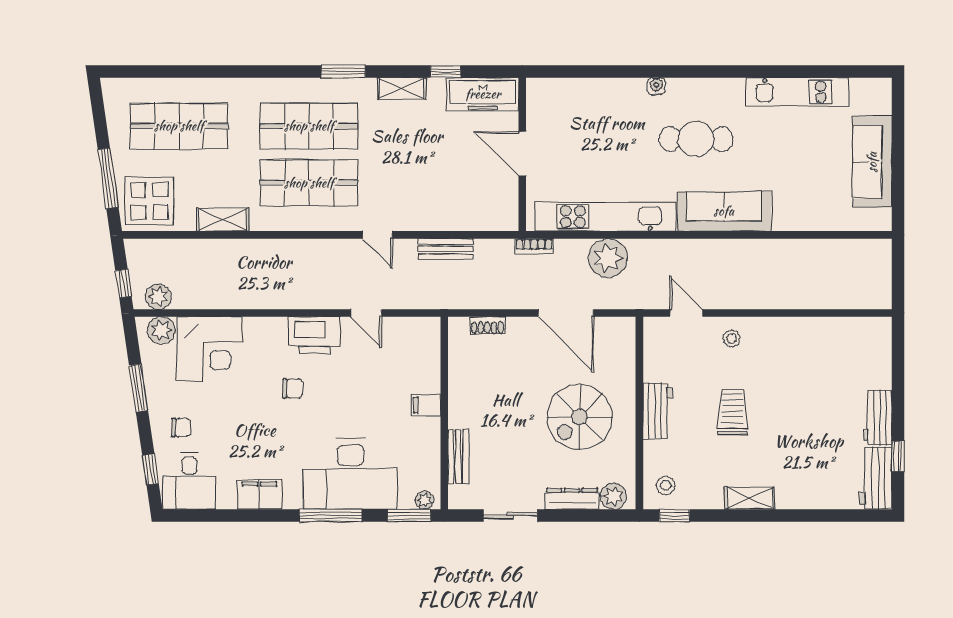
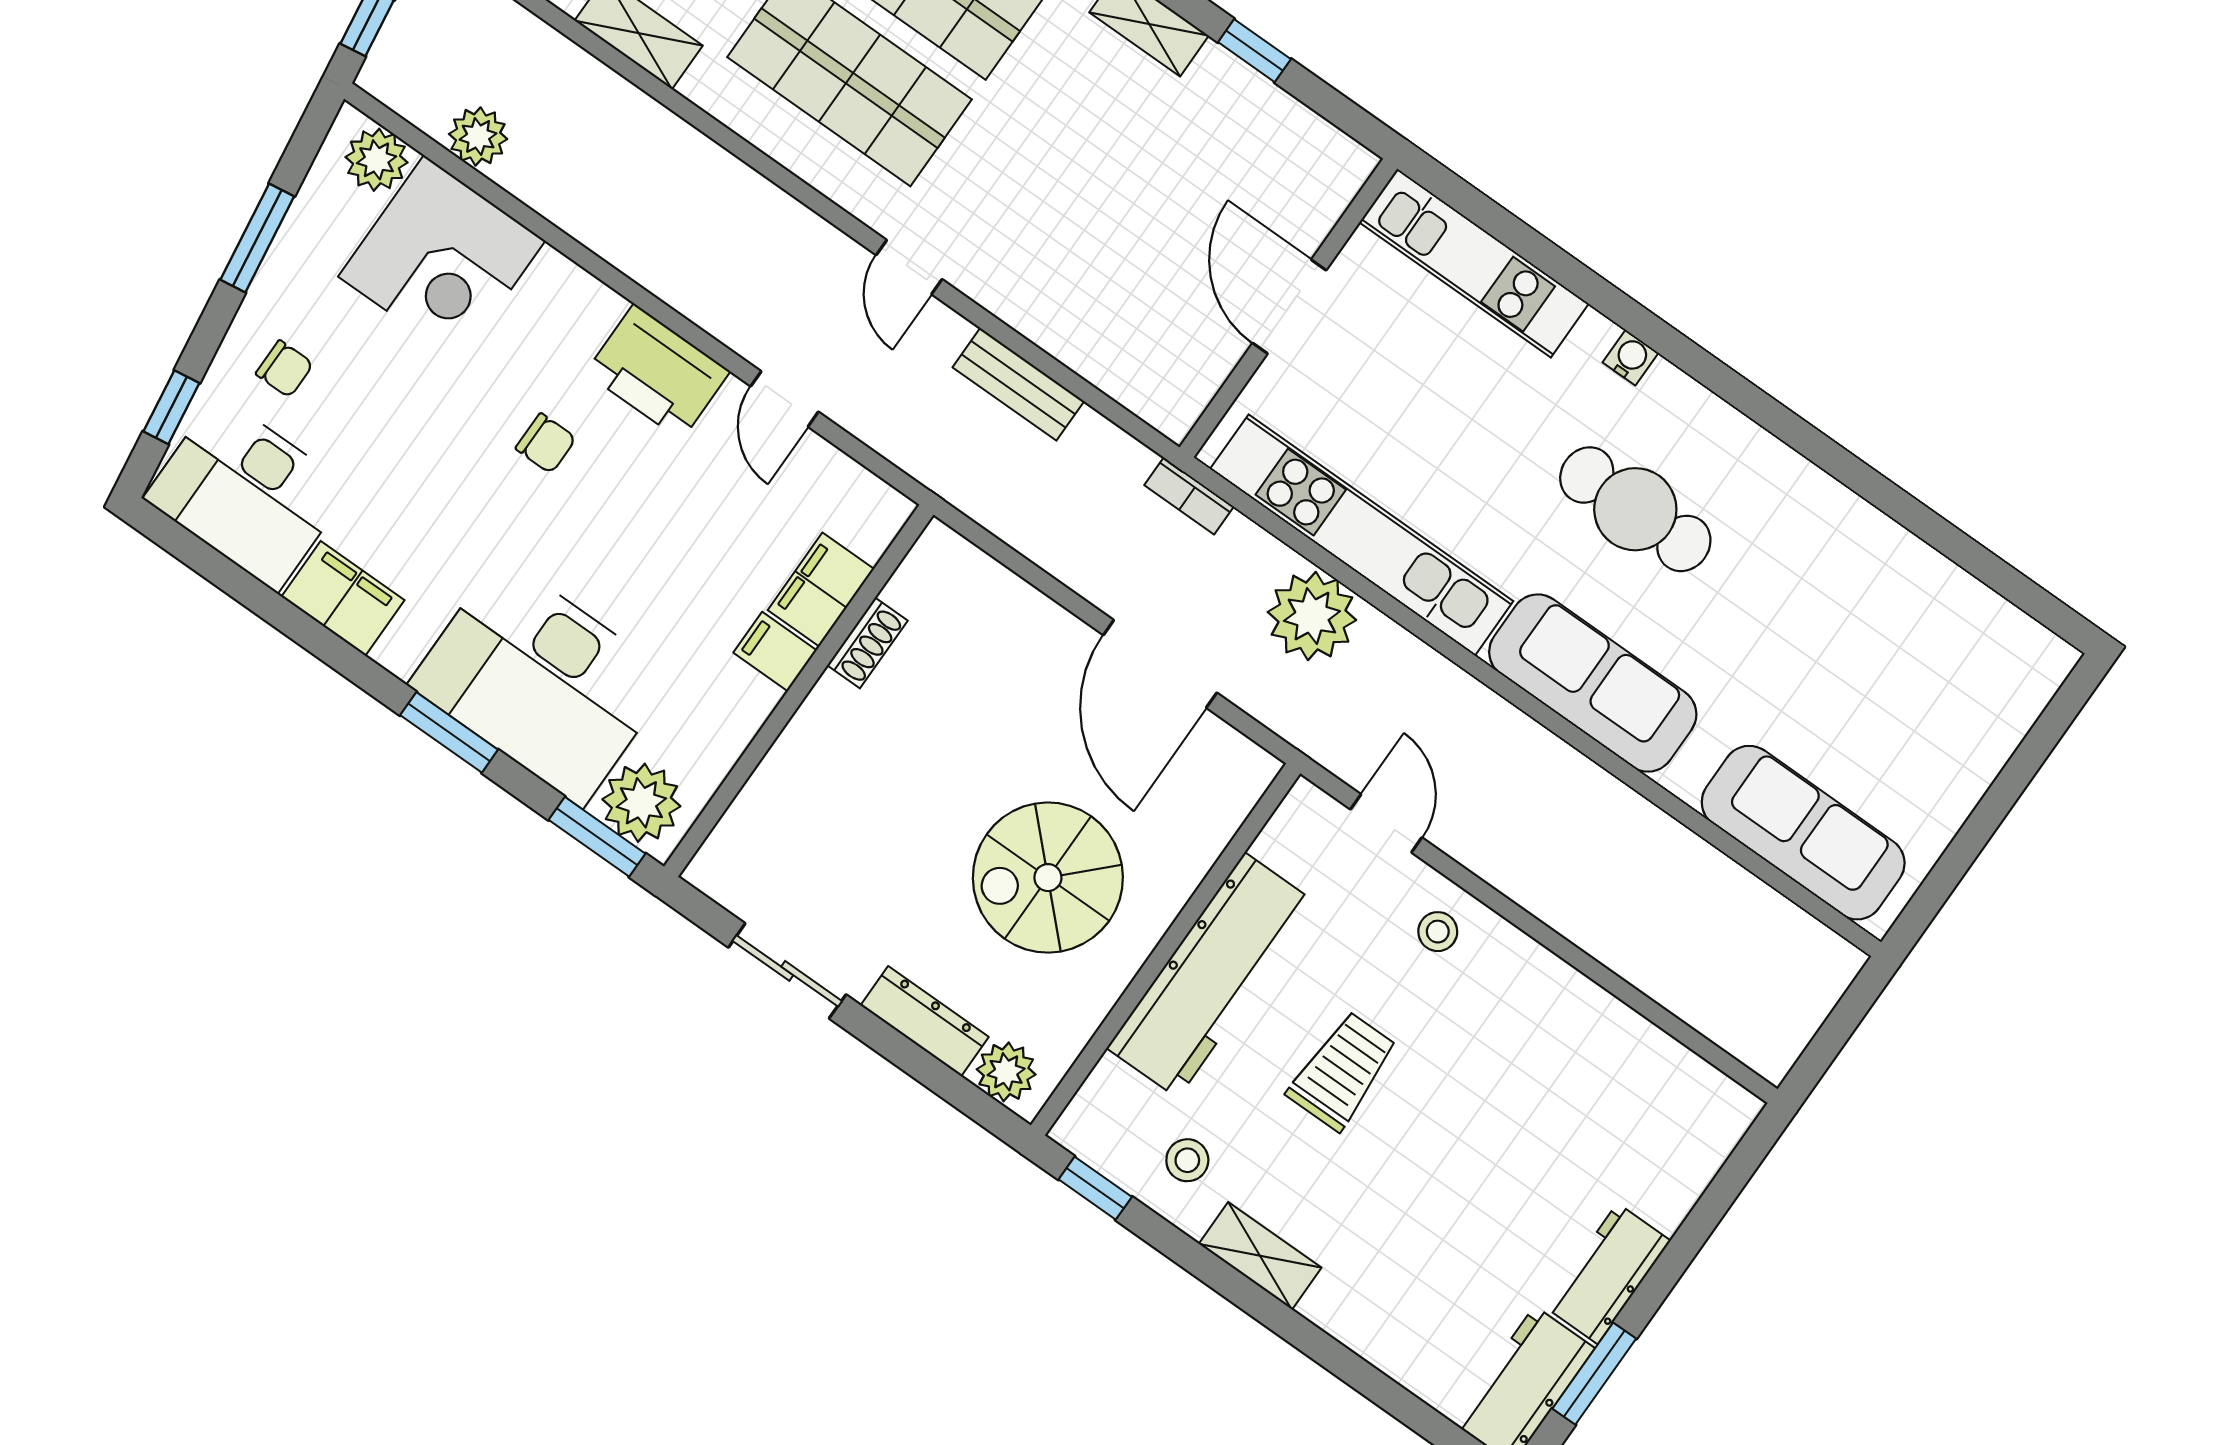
kitchen unit: (797, 92) -> (1474, 263), moved
freezer: (483, 94) -> (1294, 142), removed
sofa: (872, 162) -> (1803, 833), moved, turned 90
plant: (158, 297) -> (478, 136), moved
shoe rack: (487, 325) -> (867, 643), moved, turned -90
filing cabinet: (427, 372) -> (821, 589), added
workbench: (657, 411) -> (1211, 975), width x1.88, depth x1.32
window: (898, 456) -> (1594, 1374), width x1.50
bench: (458, 457) -> (767, 791), removed
desk: (189, 481) -> (247, 493), width x1.37
stool: (666, 486) -> (1187, 1160), moved
plant: (424, 500) -> (641, 803), width x1.87, depth x1.87
window: (331, 515) -> (449, 732), width x0.69

